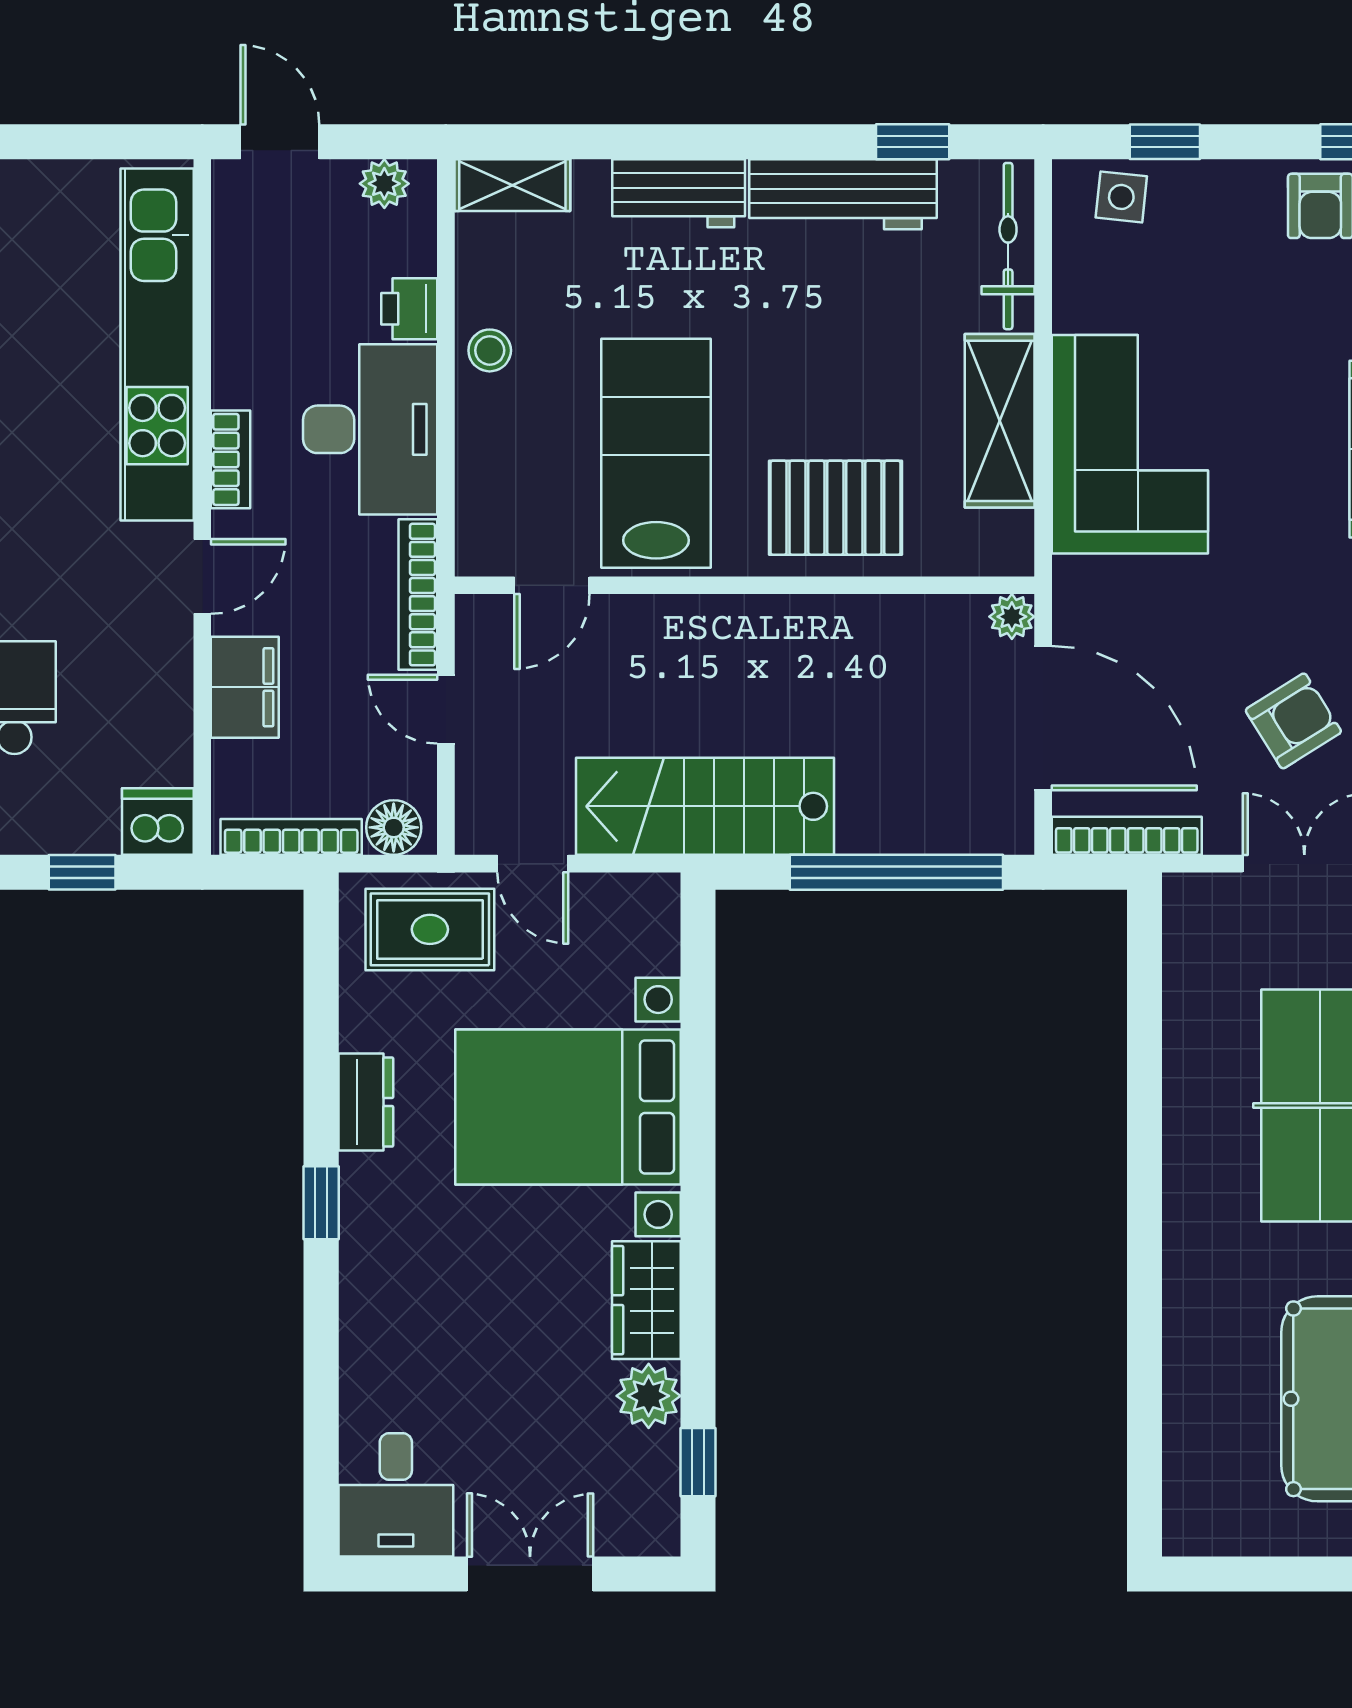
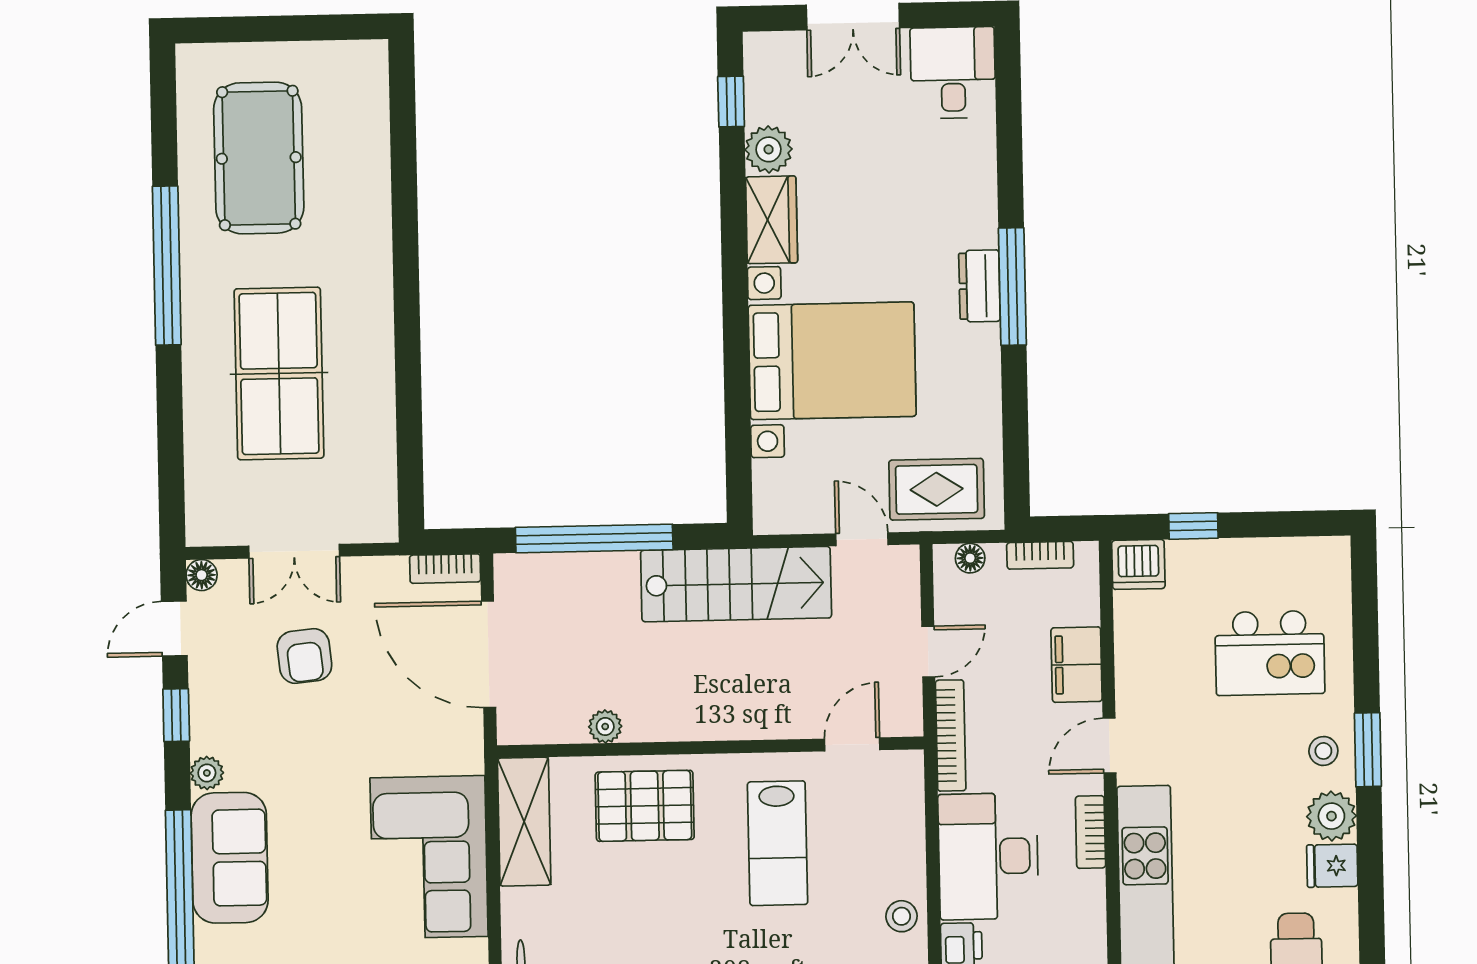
shelving: (1000, 421) -> (524, 822), moved
lab bench: (656, 453) -> (778, 843), width x0.73, depth x0.72
plant: (1012, 617) -> (605, 727), moved
door: (446, 709) -> (928, 652), hinge flipped
armchair: (1293, 721) -> (304, 656), turned -64
floor lamp: (394, 827) -> (970, 558), width x0.73, depth x0.73
bookcase: (1127, 836) -> (445, 569), width x0.64
bookcase: (291, 837) -> (1040, 555), width x0.64
dresser: (366, 1102) -> (979, 286), moved
window: (321, 1203) -> (1012, 286), width x2.17

